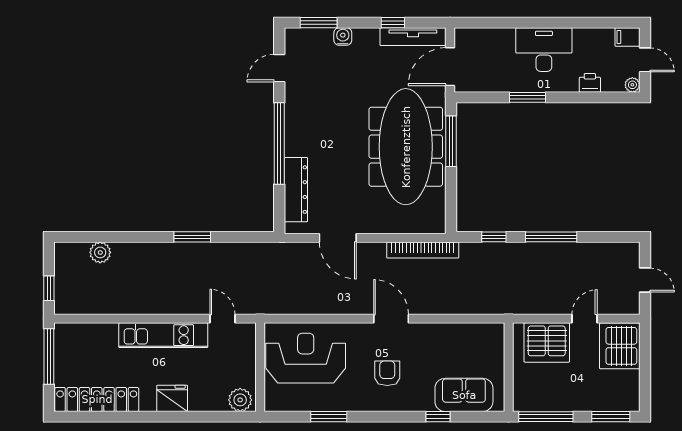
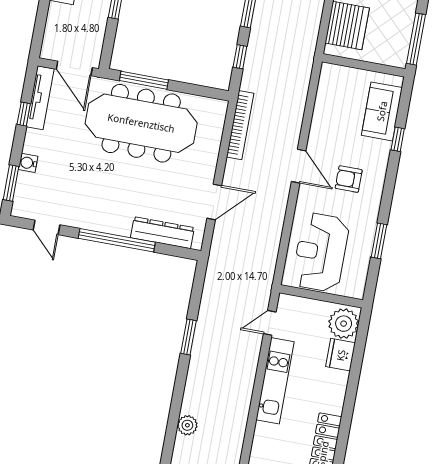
door: (391, 319) -> (299, 166), swing flipped
fridge: (172, 398) -> (341, 355), moved
plant: (240, 400) -> (344, 324), width x1.36, depth x1.36

